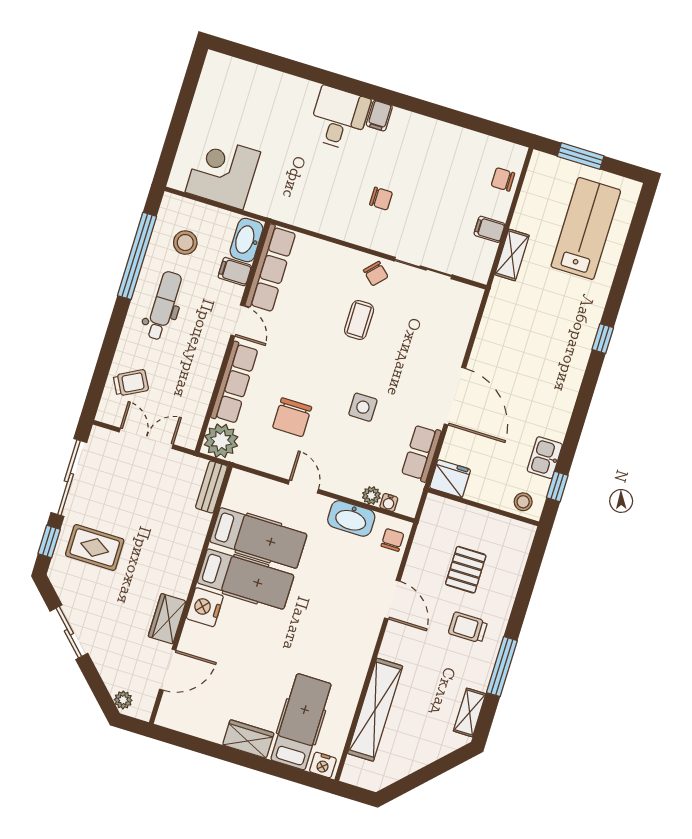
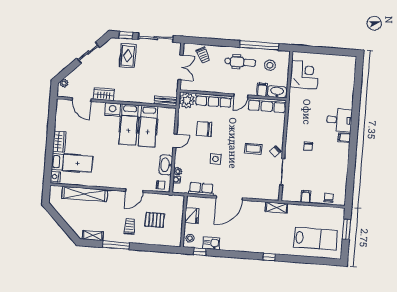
shelving: (512, 255) -> (277, 208), moved
fridge: (450, 479) -> (192, 216), moved

